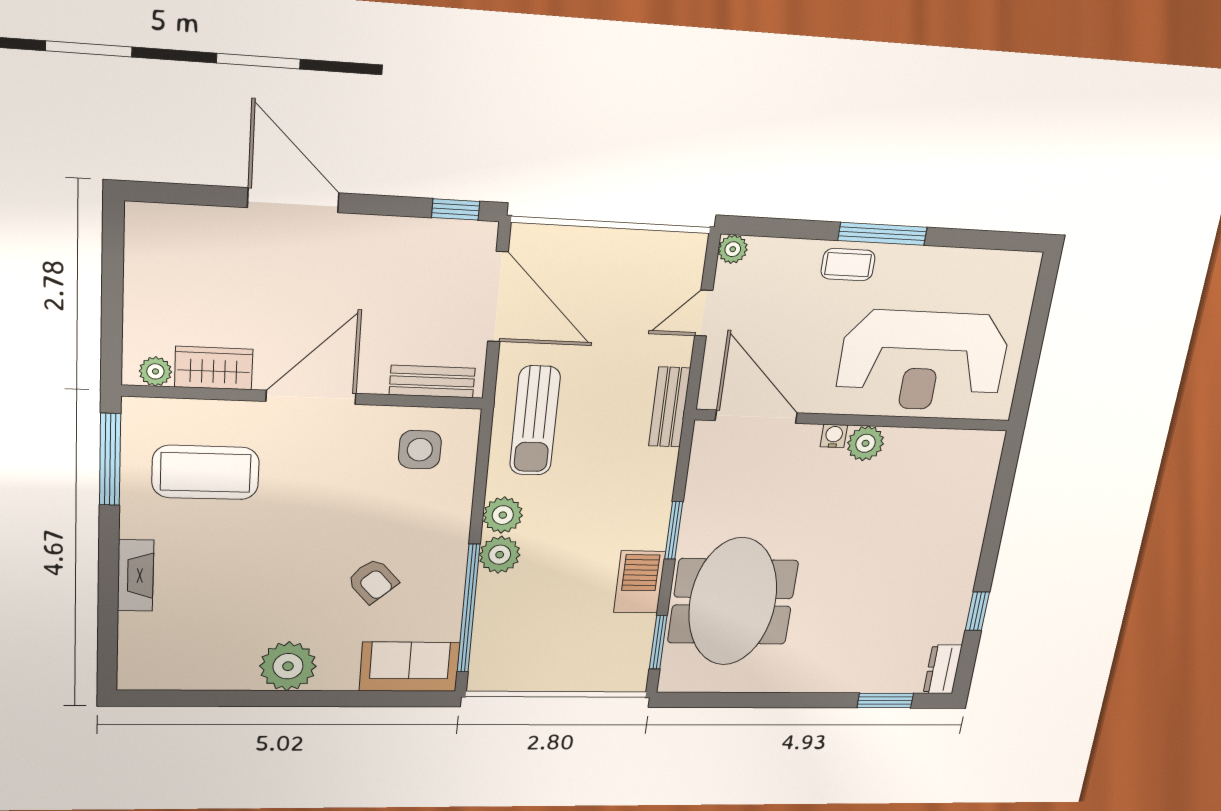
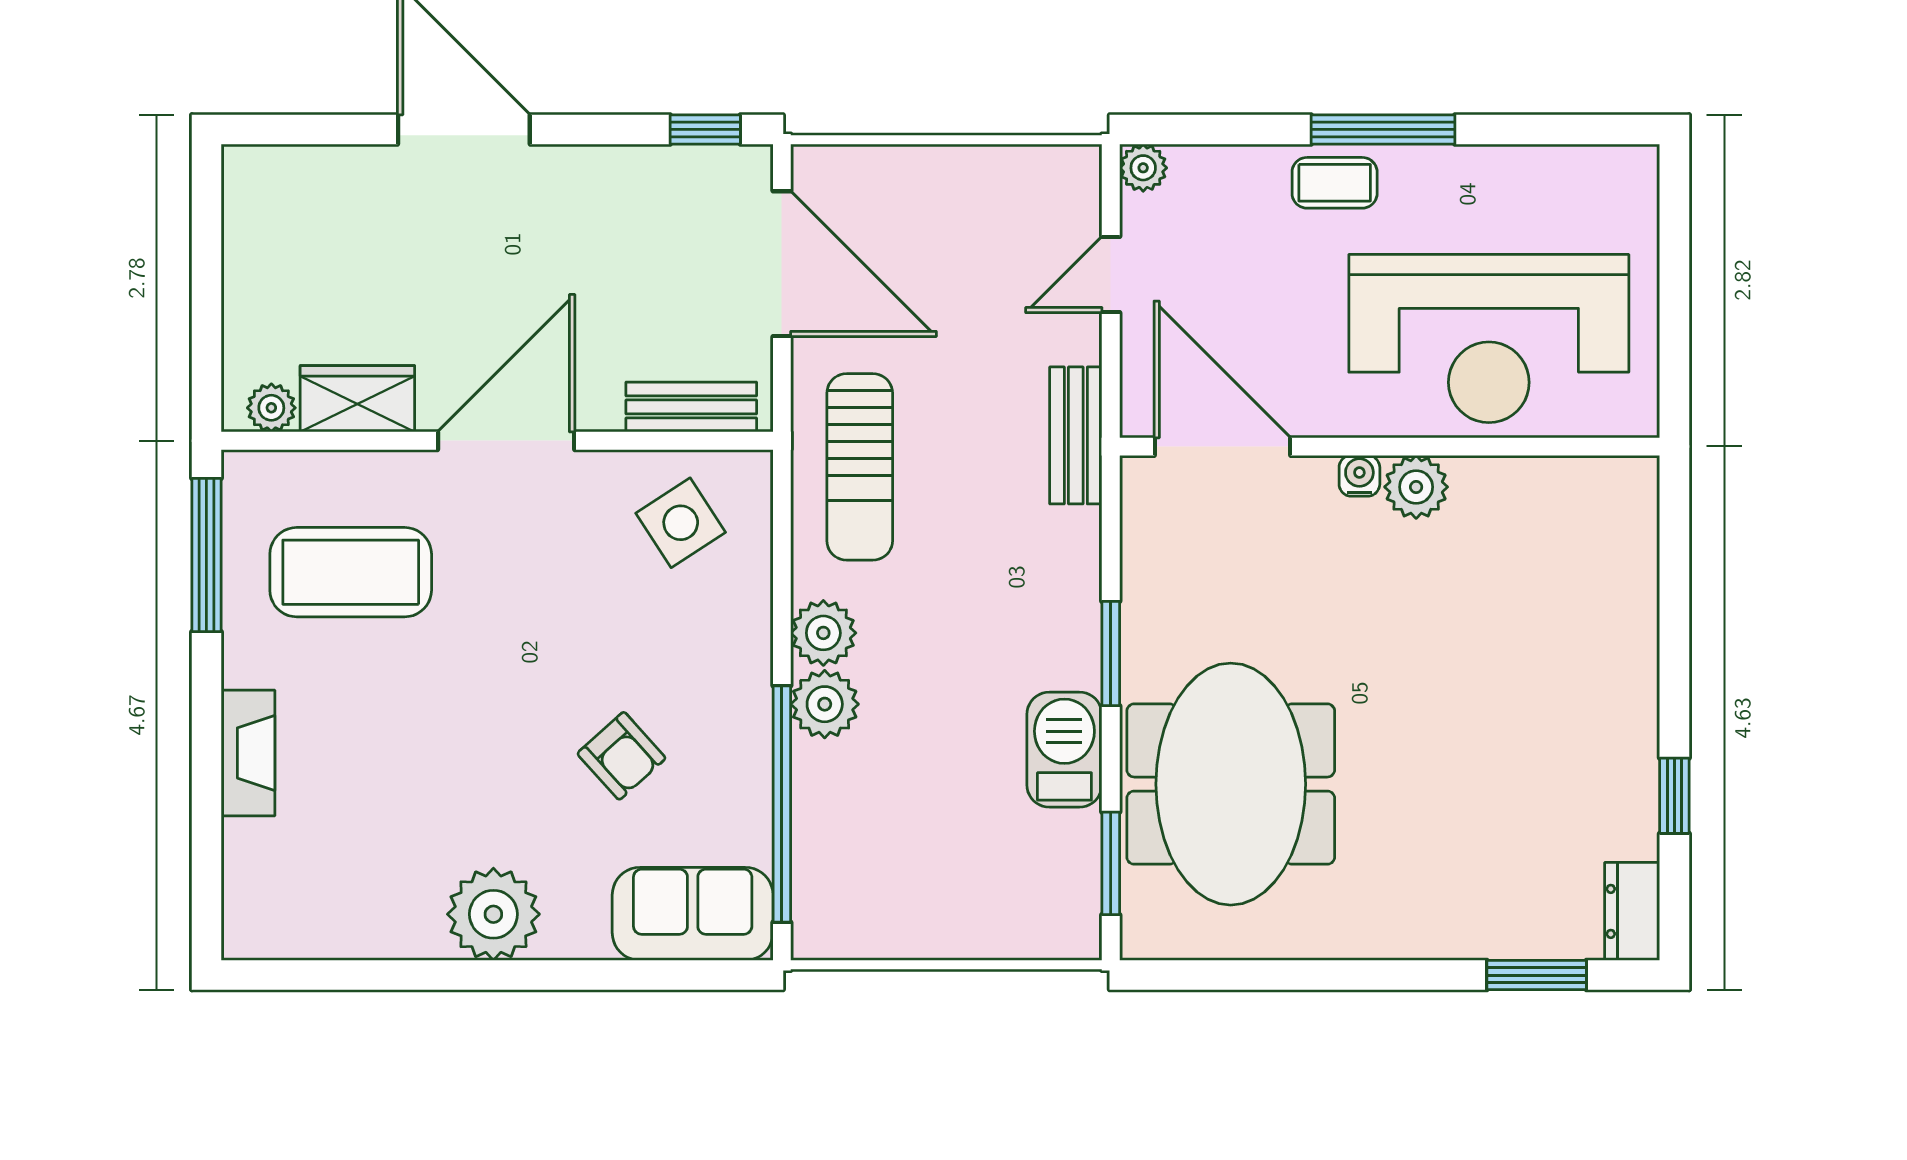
side table: (420, 450) -> (681, 523), turned -33

